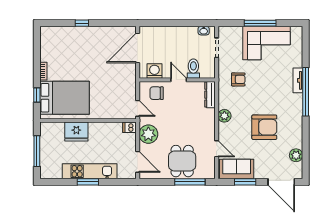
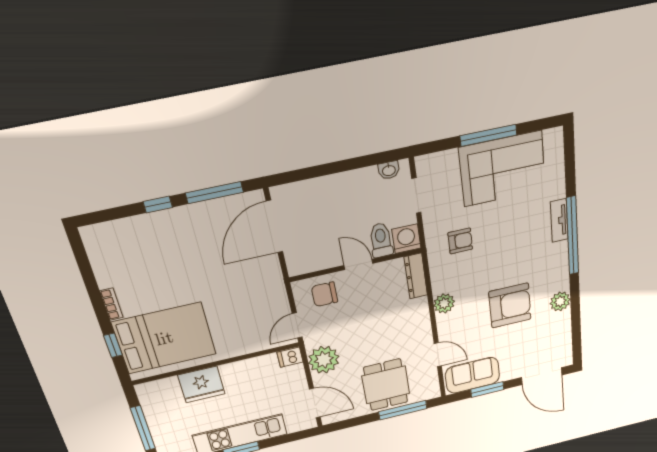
window: (111, 23) -> (214, 193), added
washing machine: (154, 71) -> (406, 239), moved
door: (138, 108) -> (297, 325), swing flipped
plant: (296, 155) -> (560, 301), moved

